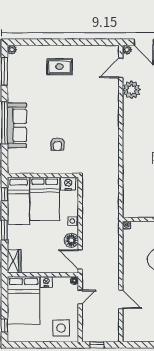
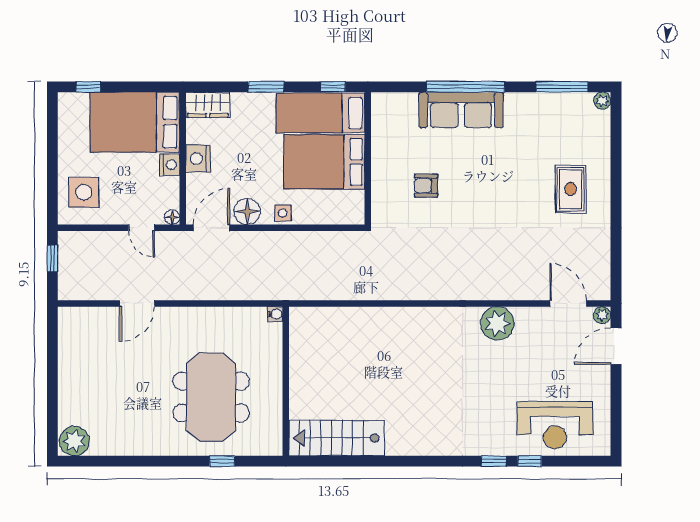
plant: (131, 90) -> (497, 323), moved
nightstand: (68, 184) -> (198, 159), moved, turned 180

